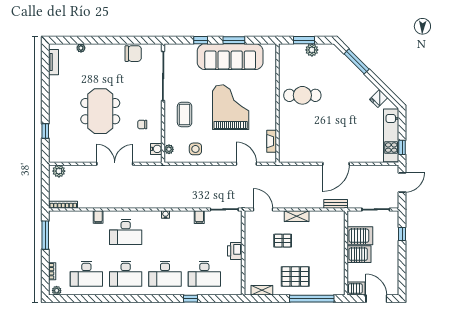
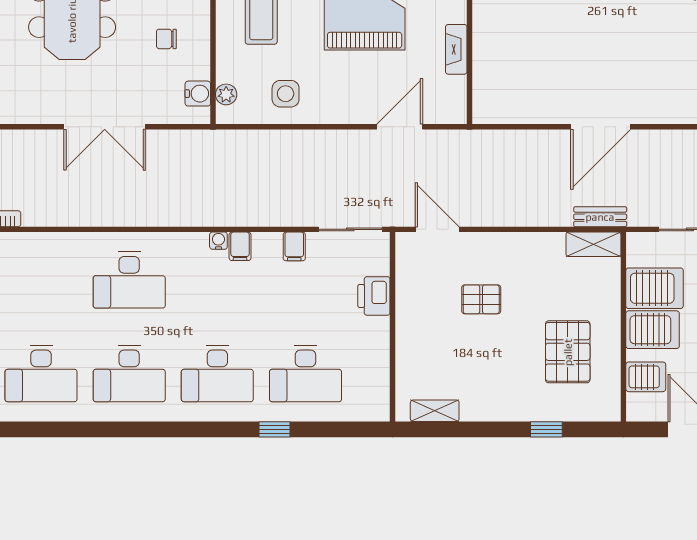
fireplace: (272, 141) -> (456, 49), moved
double door: (115, 164) -> (105, 127), swing flipped
door: (246, 164) -> (400, 127), hinge flipped
shelving: (297, 216) -> (593, 244), moved
filing cabinet: (98, 217) -> (240, 246), moved
printer: (235, 251) -> (374, 296), moved
pallet: (295, 276) -> (568, 352), moved, turned 90
server rack: (356, 289) -> (646, 377), moved
window: (312, 299) -> (546, 429), width x0.32

